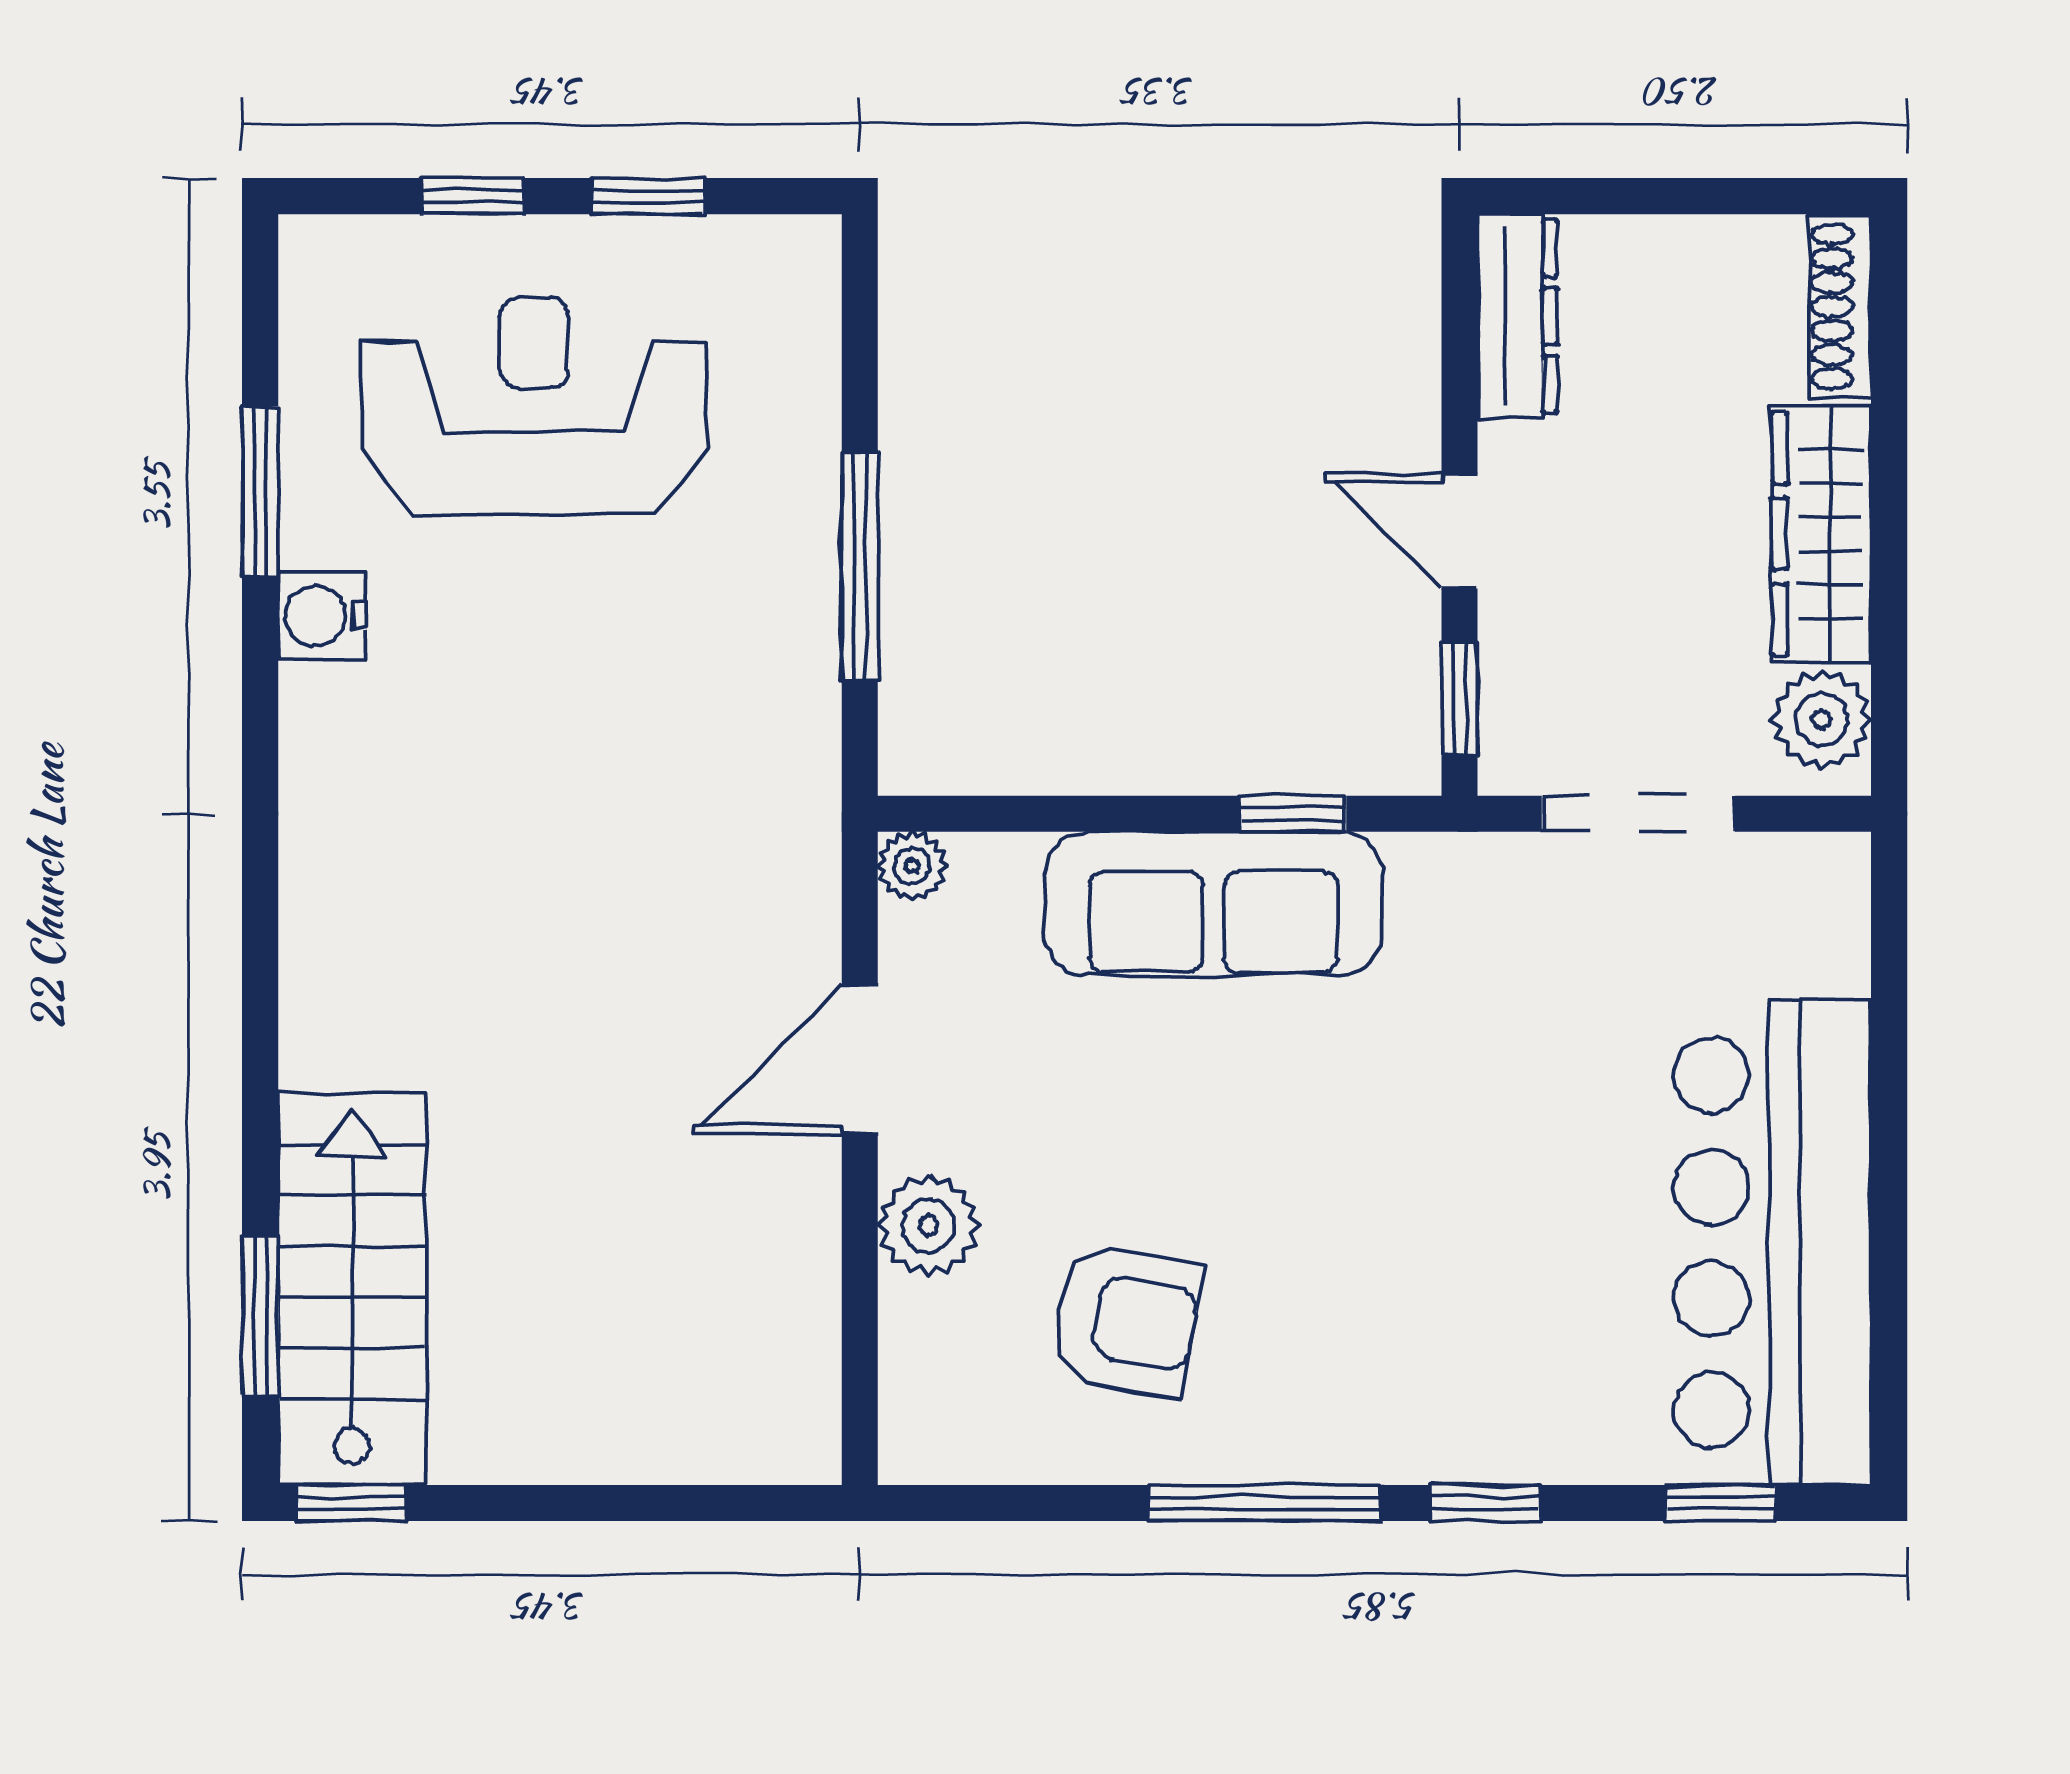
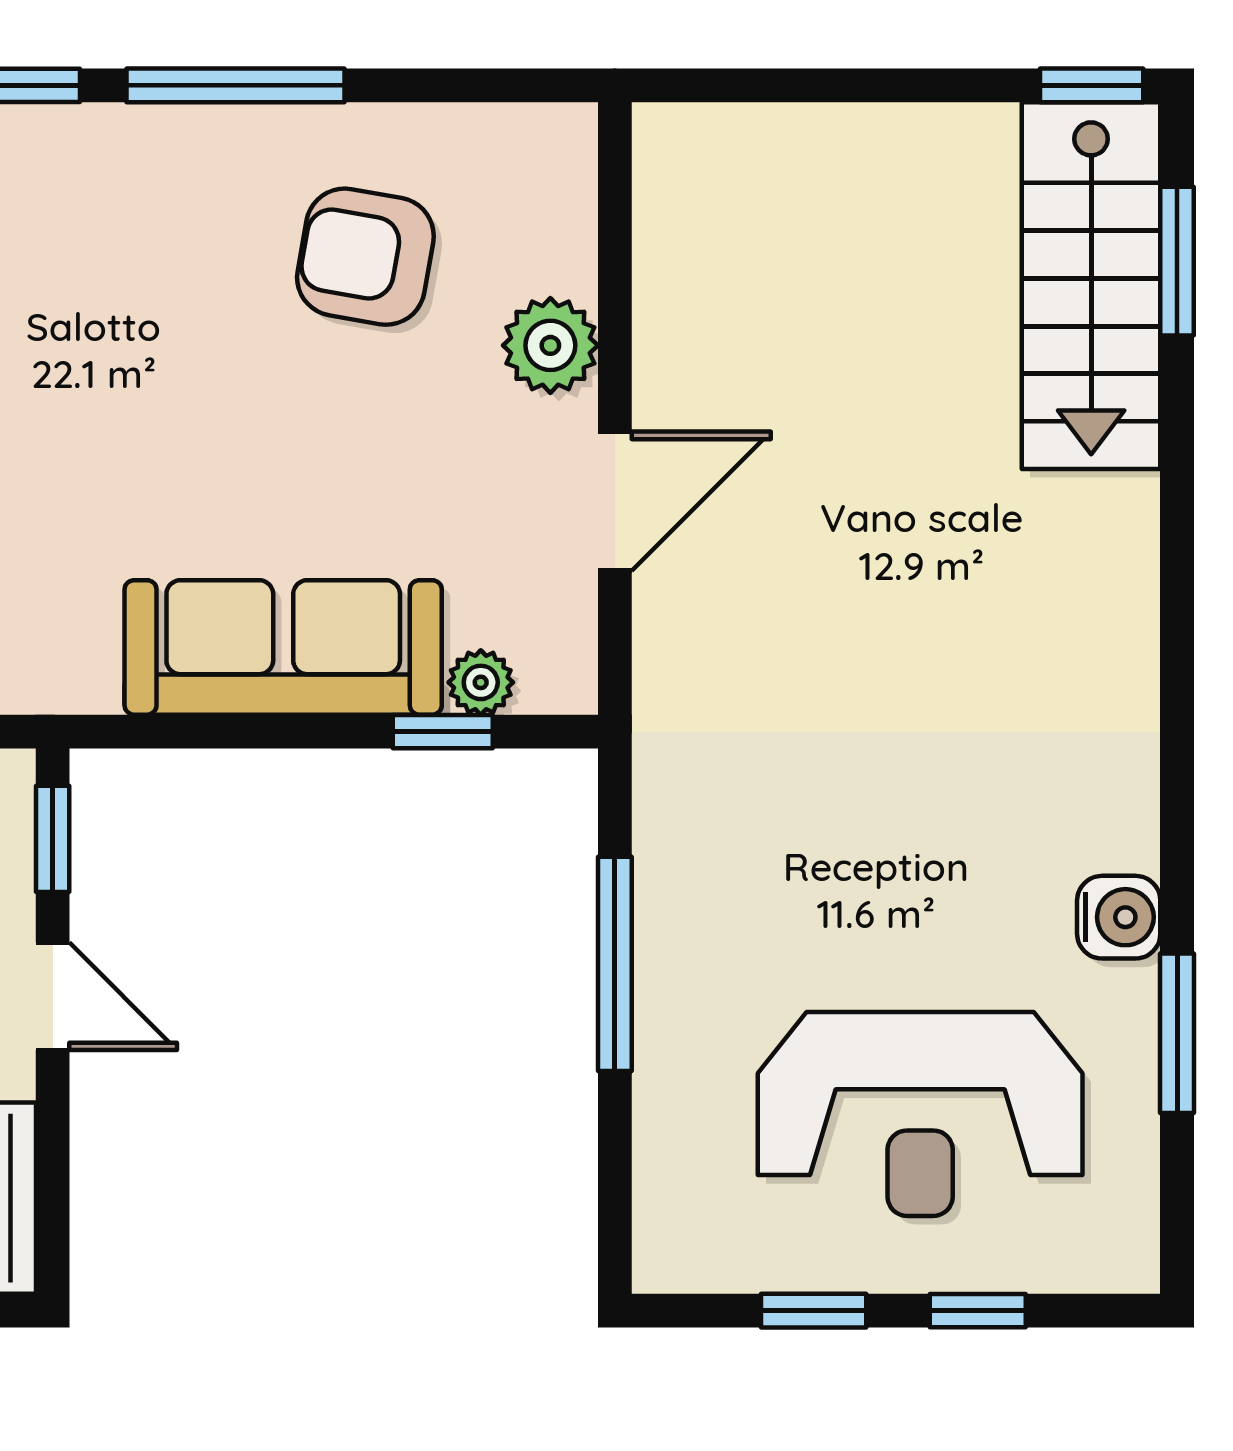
window: (1293, 814) -> (443, 732), moved
plant: (912, 866) -> (481, 682), moved

